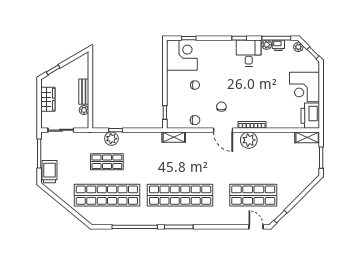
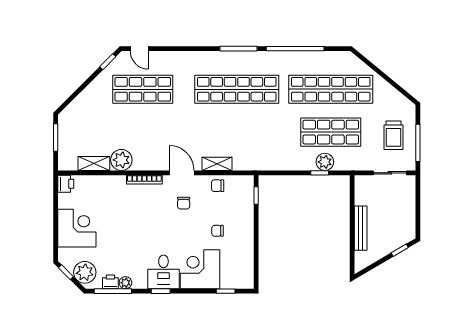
plant: (298, 47) -> (85, 272), width x1.88, depth x1.88
desk: (249, 53) -> (163, 272), moved
corner desk: (182, 55) -> (200, 269), moved, turned 90
bench: (84, 92) -> (361, 228), width x1.36
wardrobe: (48, 99) -> (407, 212), removed
plant: (84, 110) -> (360, 199), removed
printer: (310, 116) -> (66, 184), width x0.53, depth x0.68
shelving: (174, 137) -> (217, 164), moved
shelving: (307, 137) -> (94, 164), moved
plant: (249, 140) -> (121, 160), moved
shop shelf: (107, 162) -> (331, 132), width x1.43, depth x1.36
trolley: (50, 172) -> (393, 135), moved

